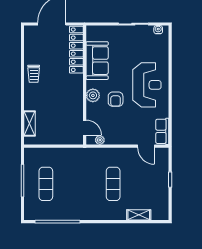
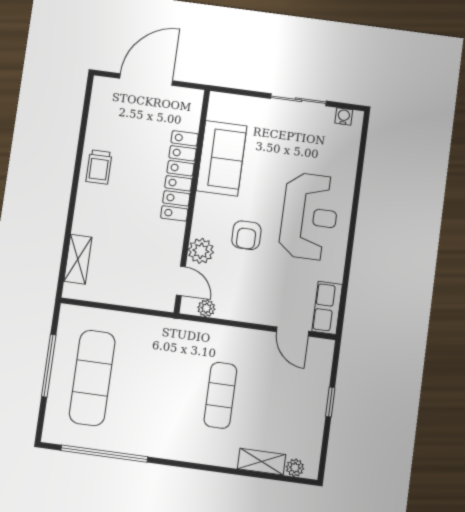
locker: (76, 50) -> (179, 176), moved
plant: (93, 95) -> (201, 251), moved
exercise mat: (46, 184) -> (92, 378), width x1.36, depth x1.45
plant: (156, 216) -> (295, 468), added

